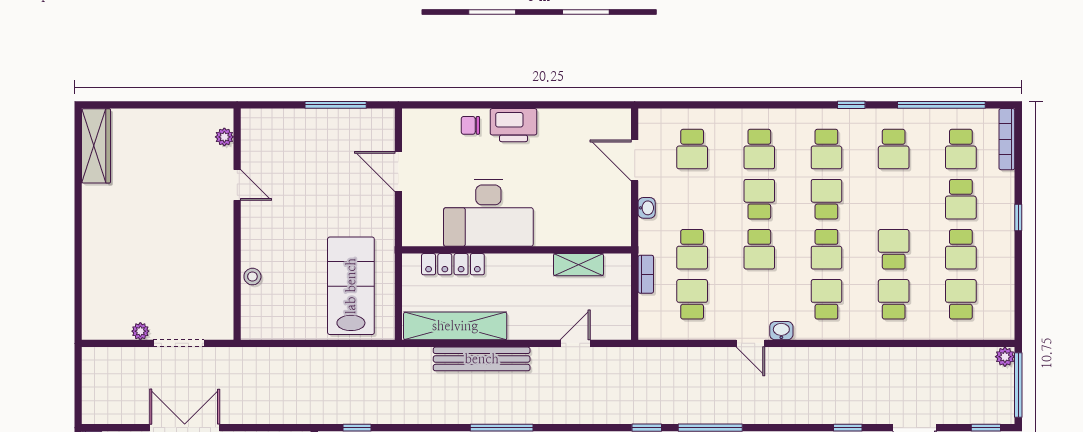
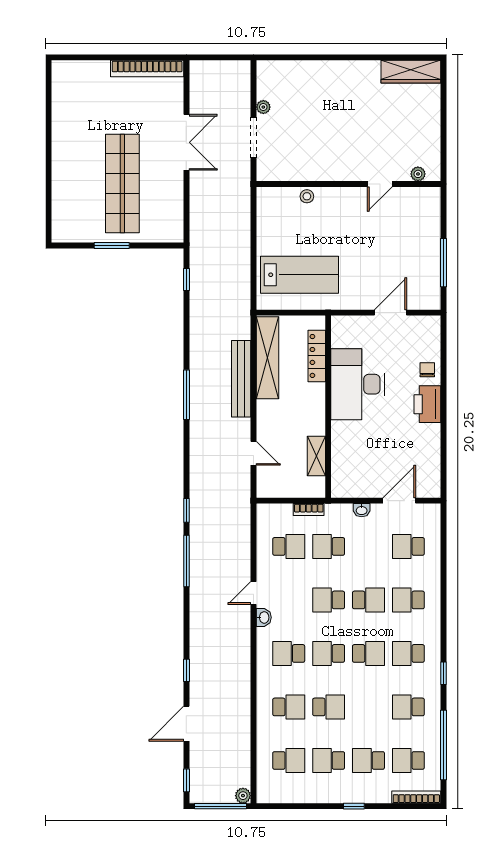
school desk: (826, 299) -> (289, 653), turned 180

